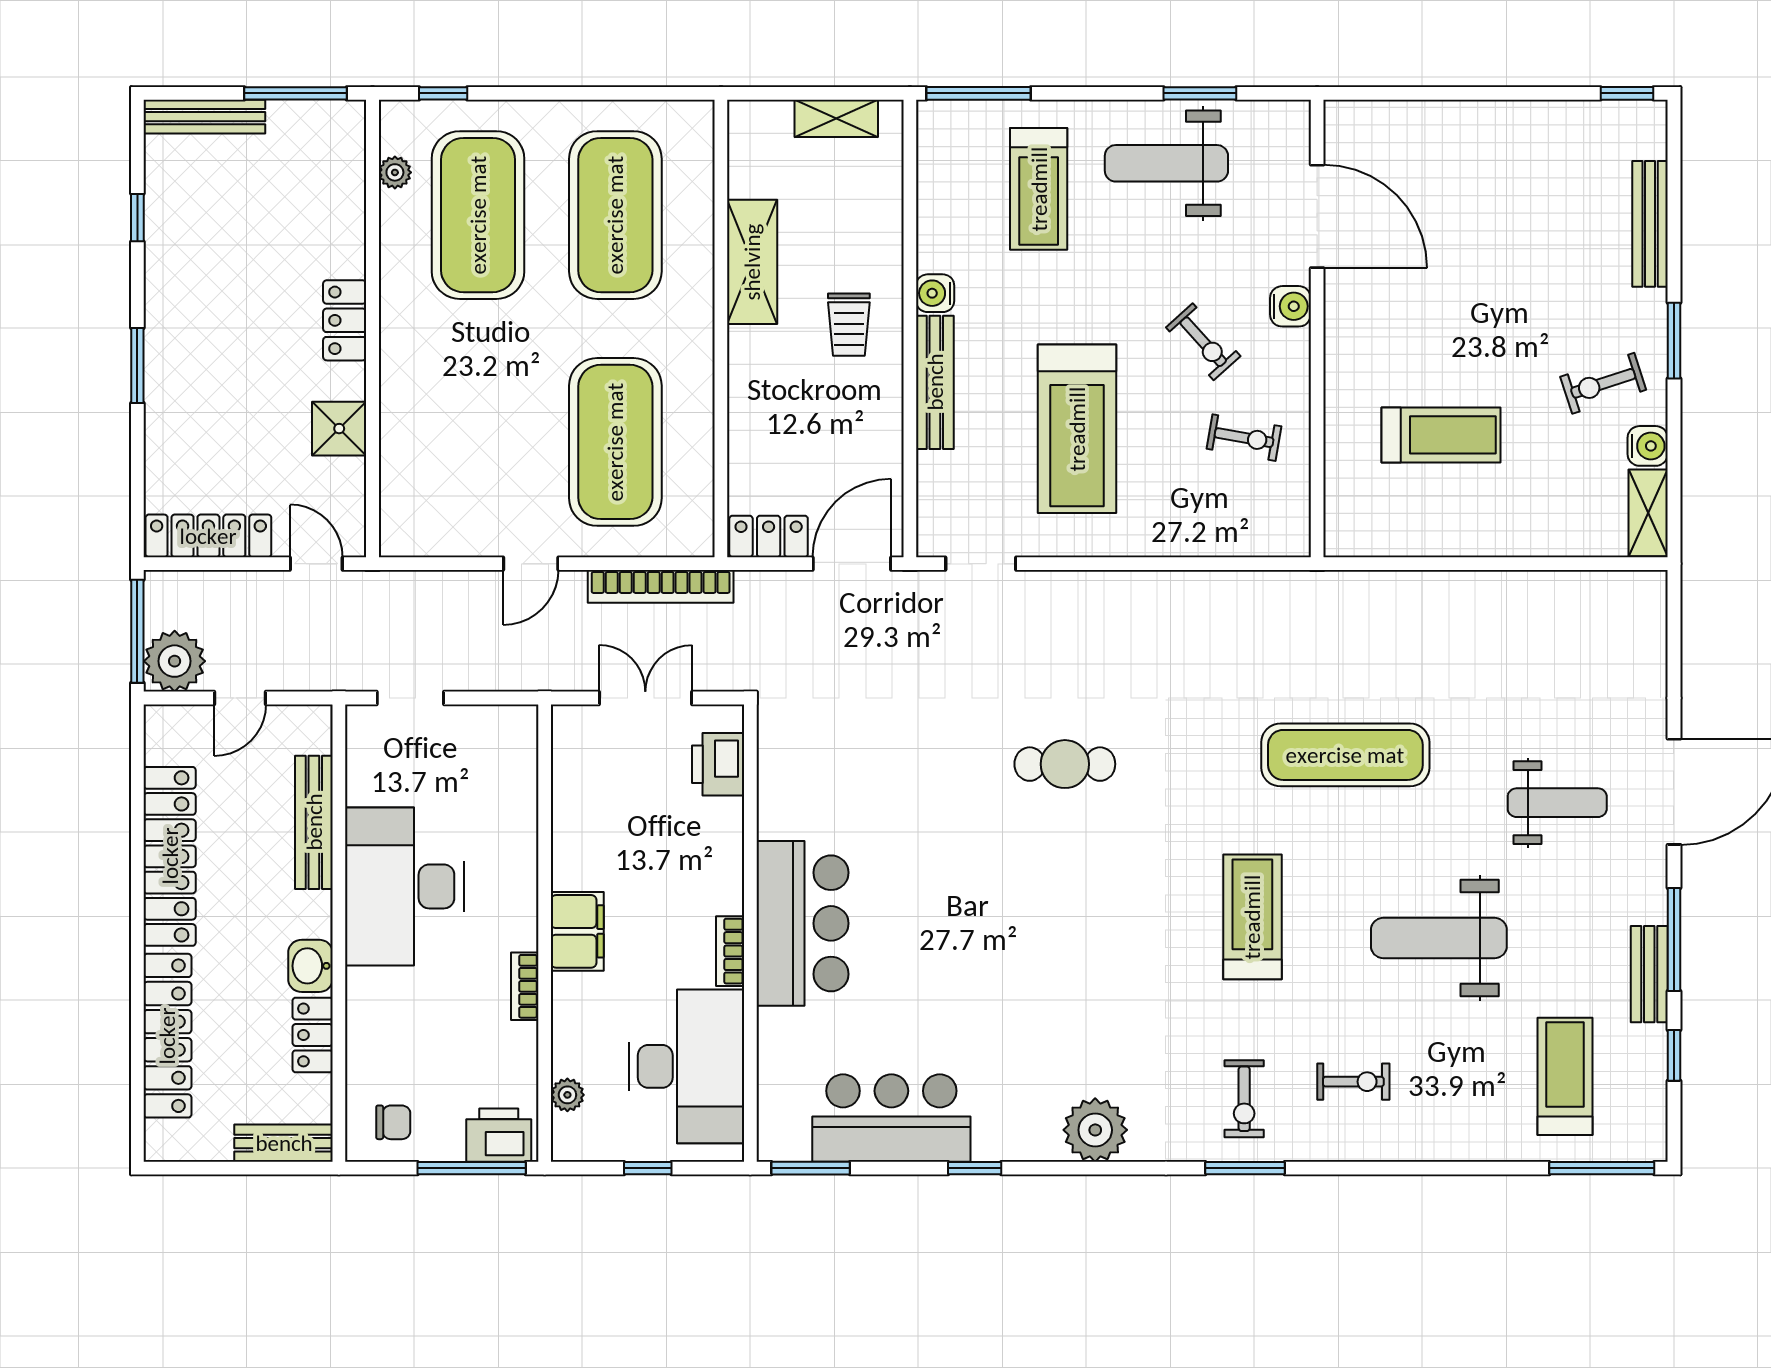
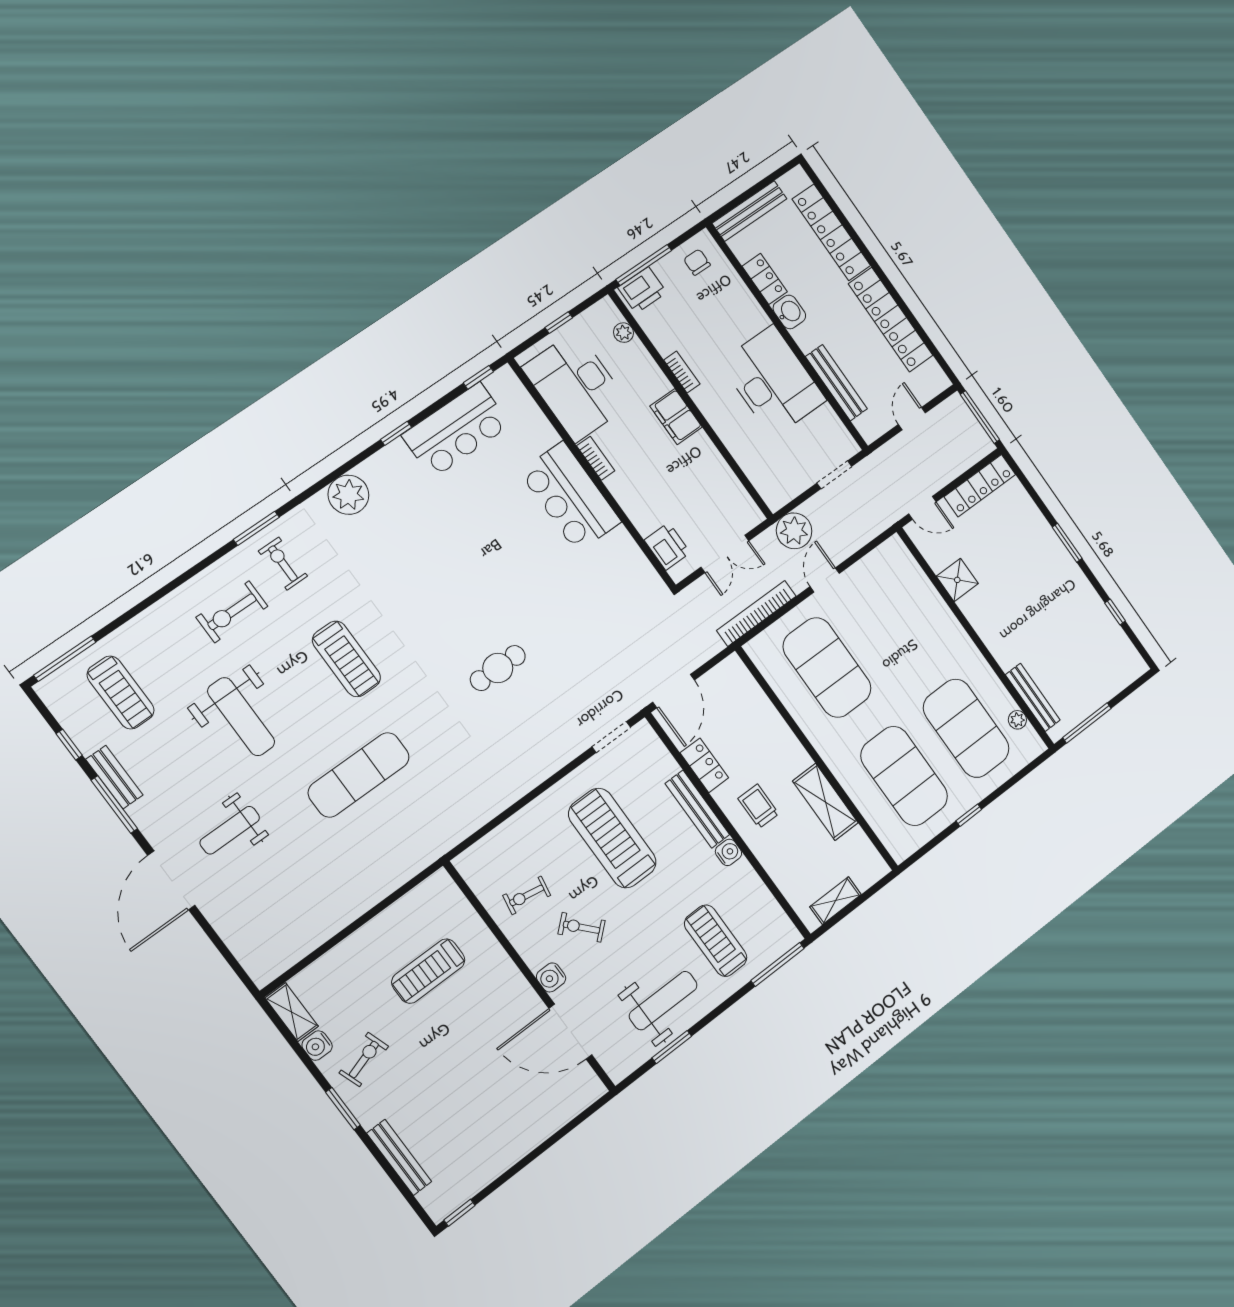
window: (443, 93) -> (969, 815), moved
bench: (204, 117) -> (1033, 697), moved, turned 90
locker: (345, 320) -> (991, 633), removed
locker: (769, 536) -> (704, 765), moved, turned -90
plant: (175, 661) -> (794, 531), moved
weight bench: (1439, 938) -> (241, 717), turned 90
exercise bike: (1353, 1082) -> (232, 612), width x1.38, depth x1.39
chair: (393, 1122) -> (697, 262), turned 91
bench: (284, 1143) -> (750, 211), width x1.36
window: (811, 1168) -> (478, 377), width x0.67

